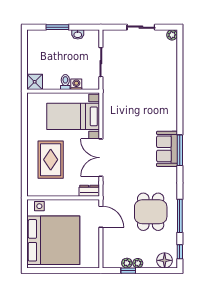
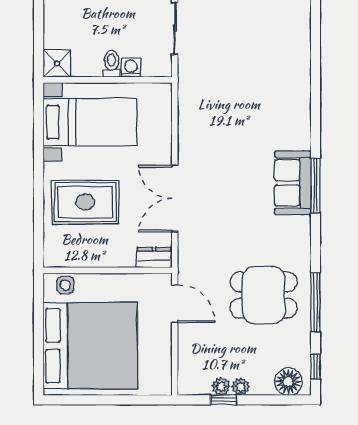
bed with nightstands: (73, 116) -> (90, 122), moved, turned 180
rug: (51, 160) -> (85, 202), turned 90
dining table: (151, 212) -> (264, 295), turned 90

